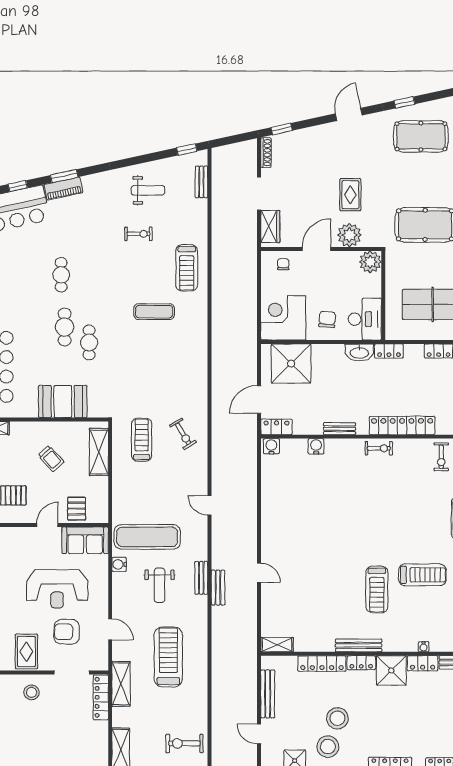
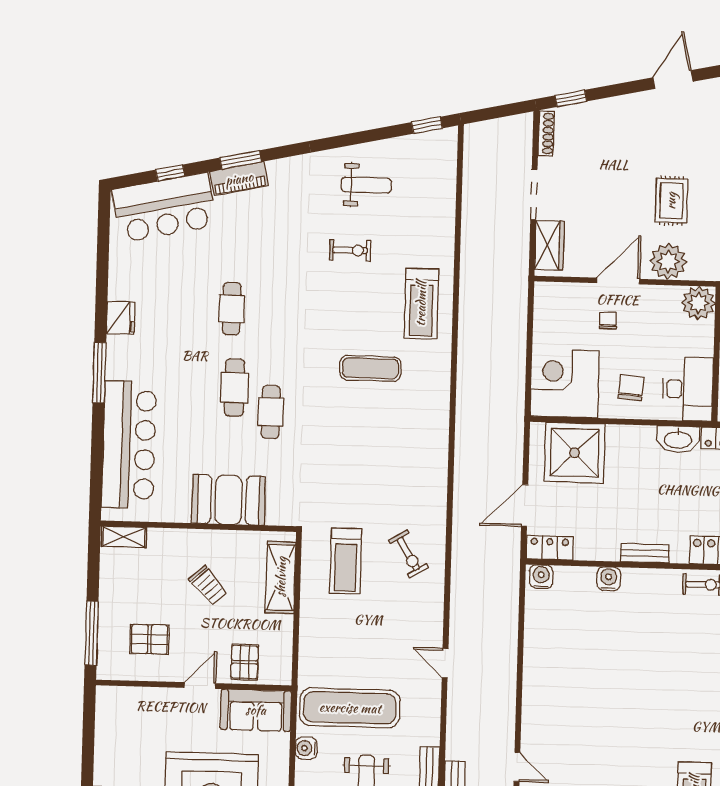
bench: (201, 182) -> (448, 175), removed
chair: (283, 264) -> (608, 321), moved
treadmill: (142, 440) -> (346, 561), turned 180

